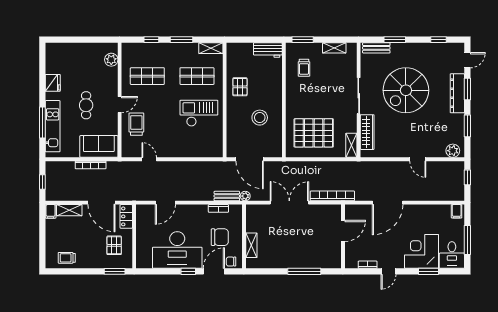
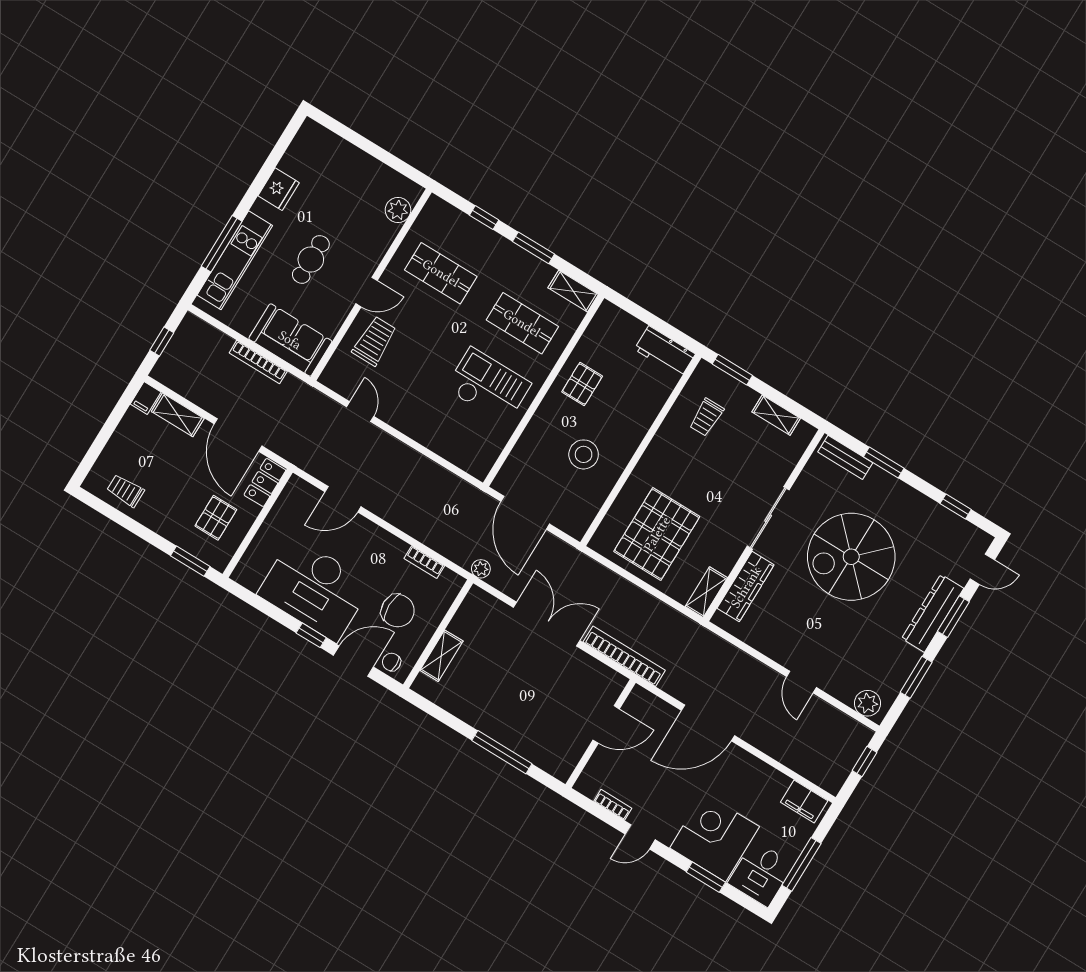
pallet: (314, 133) -> (657, 534), turned 90
bench: (227, 196) -> (451, 550), removed
filing cabinet: (457, 211) -> (804, 801), width x2.00

